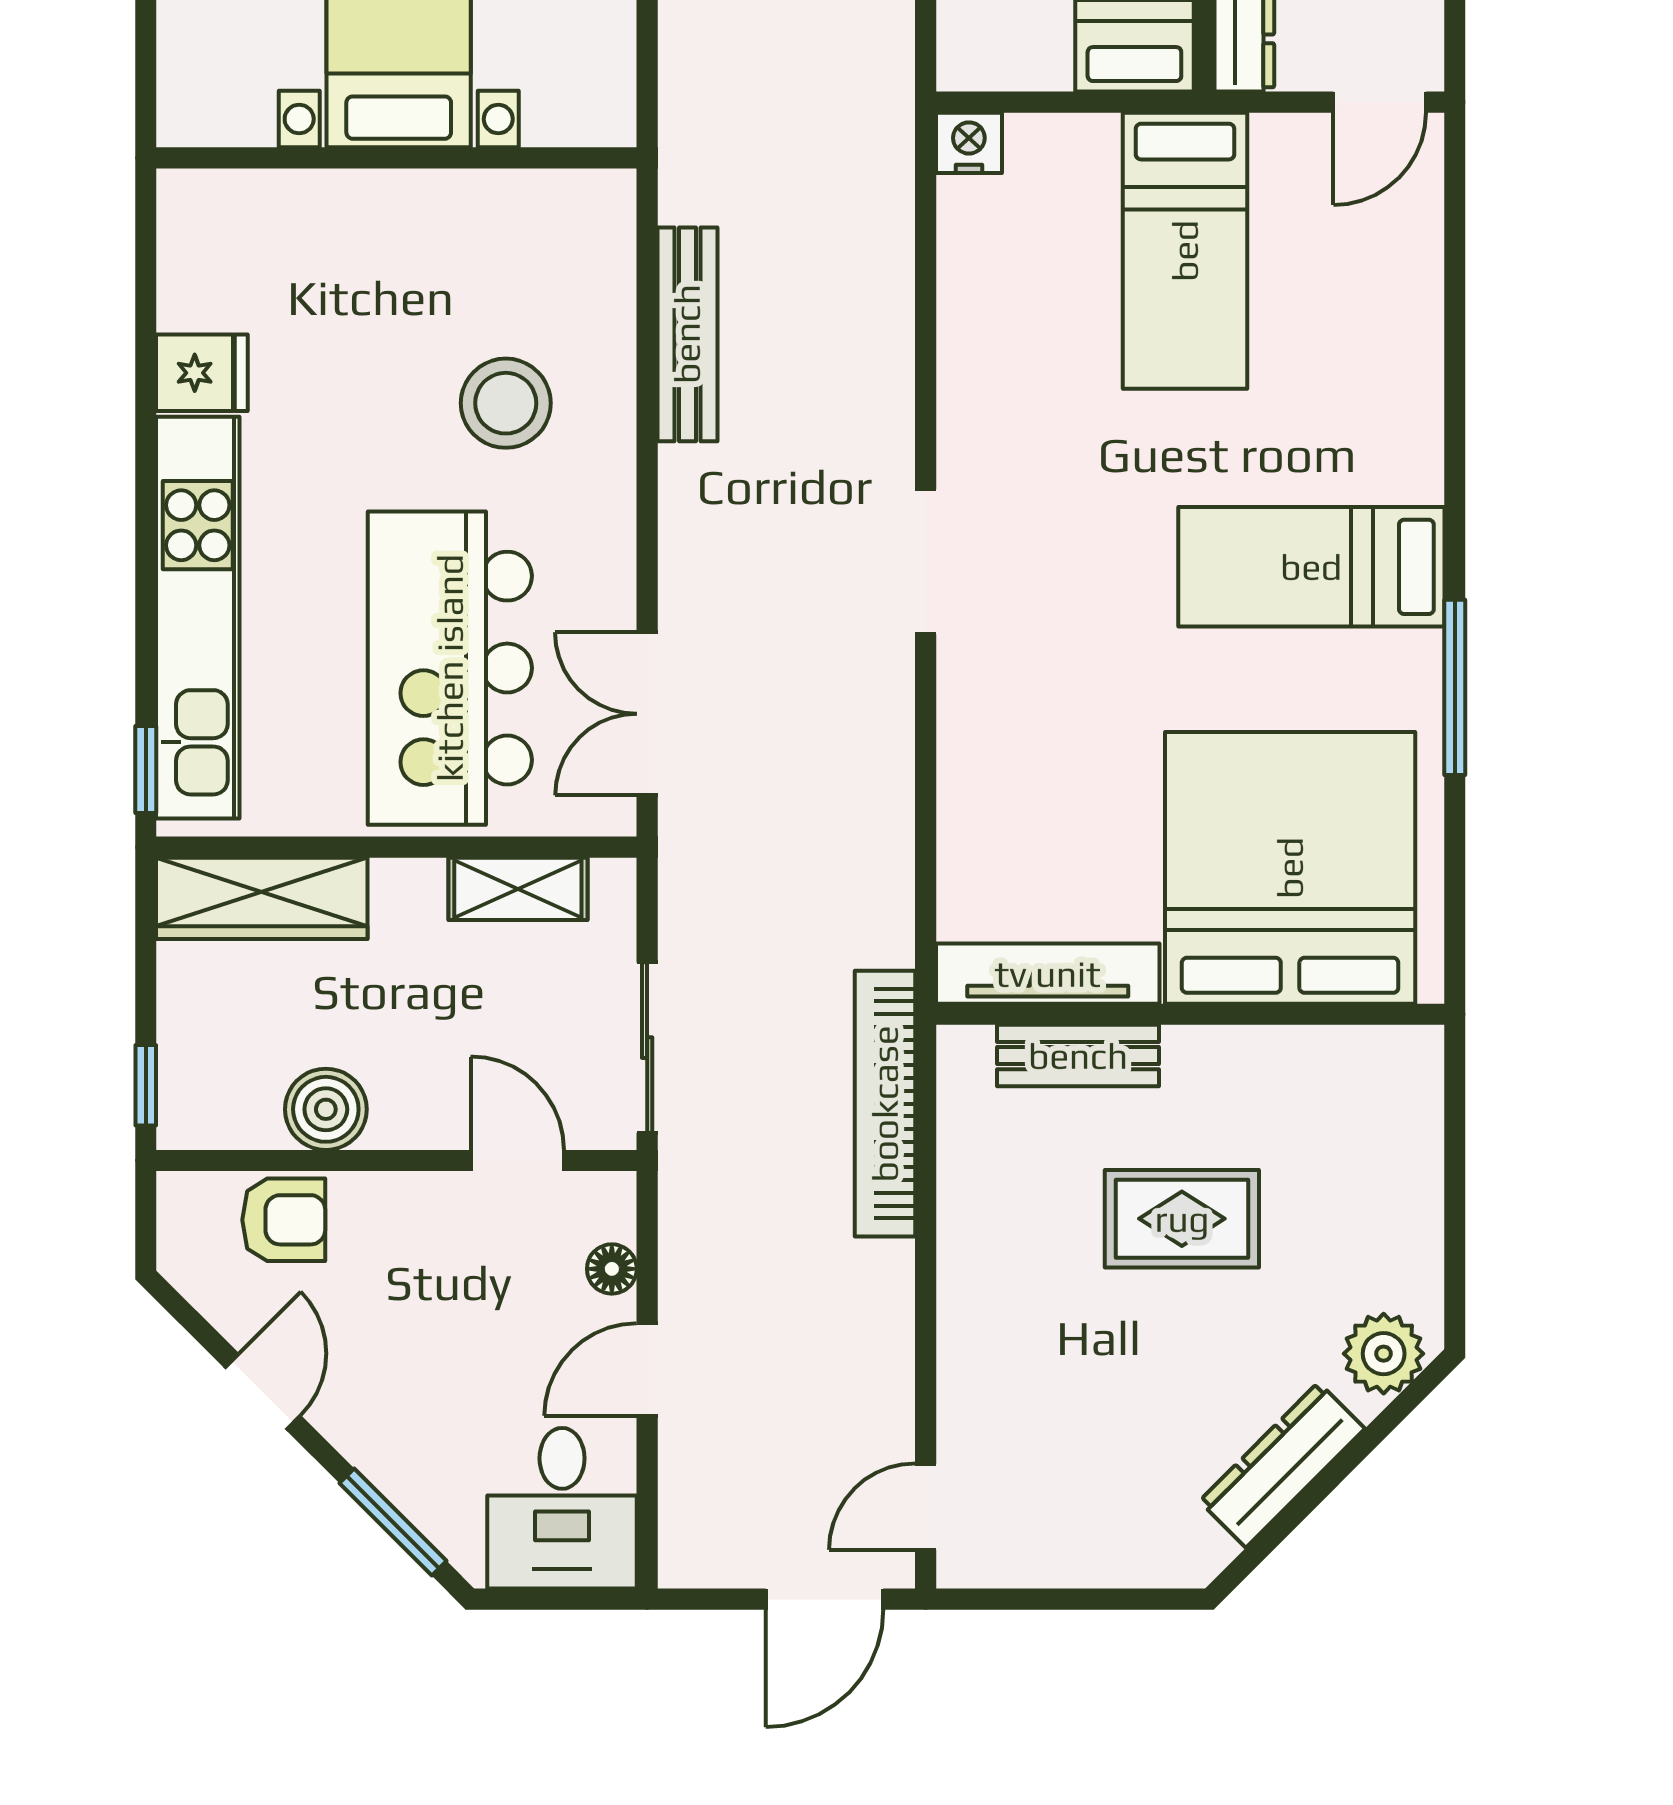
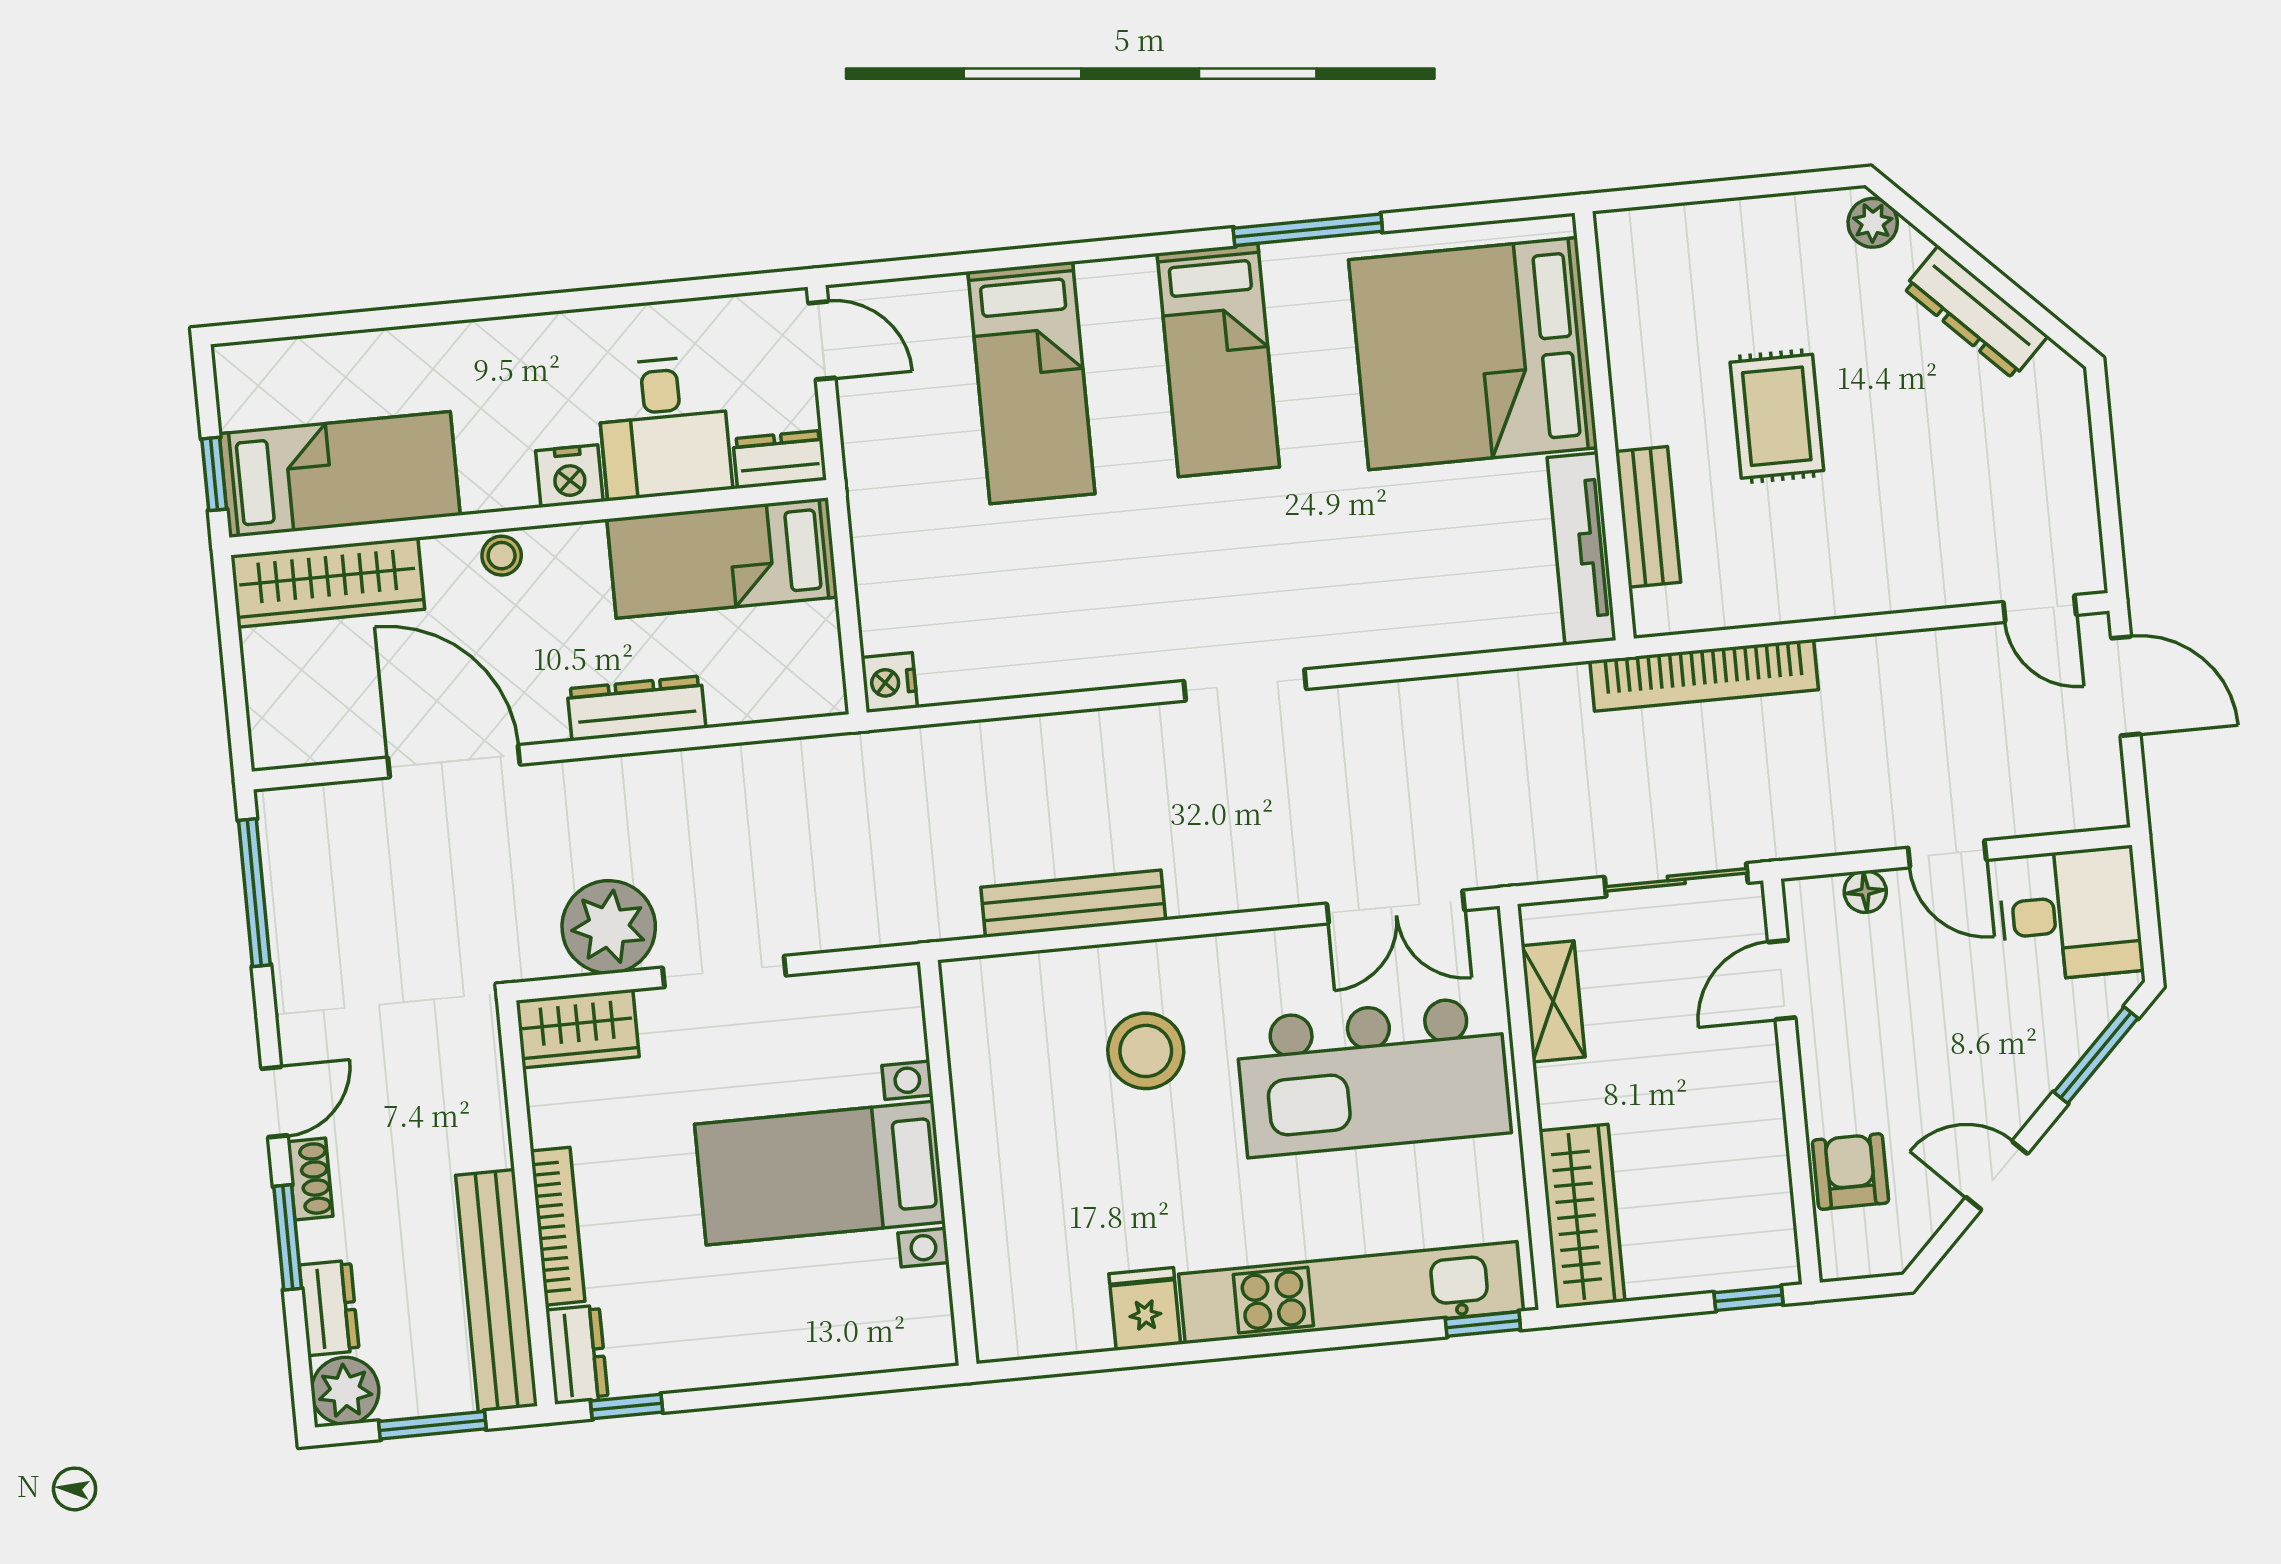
bed: (1185, 251) -> (1031, 383), moved, turned 90
boiler: (326, 1109) -> (1754, 1145), removed
plant: (1384, 1354) -> (1873, 223), width x0.73, depth x0.73

